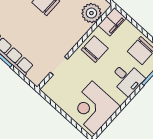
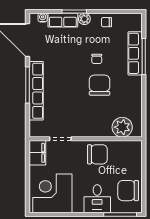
filing cabinet: (112, 22) -> (37, 153), moved, turned -90

